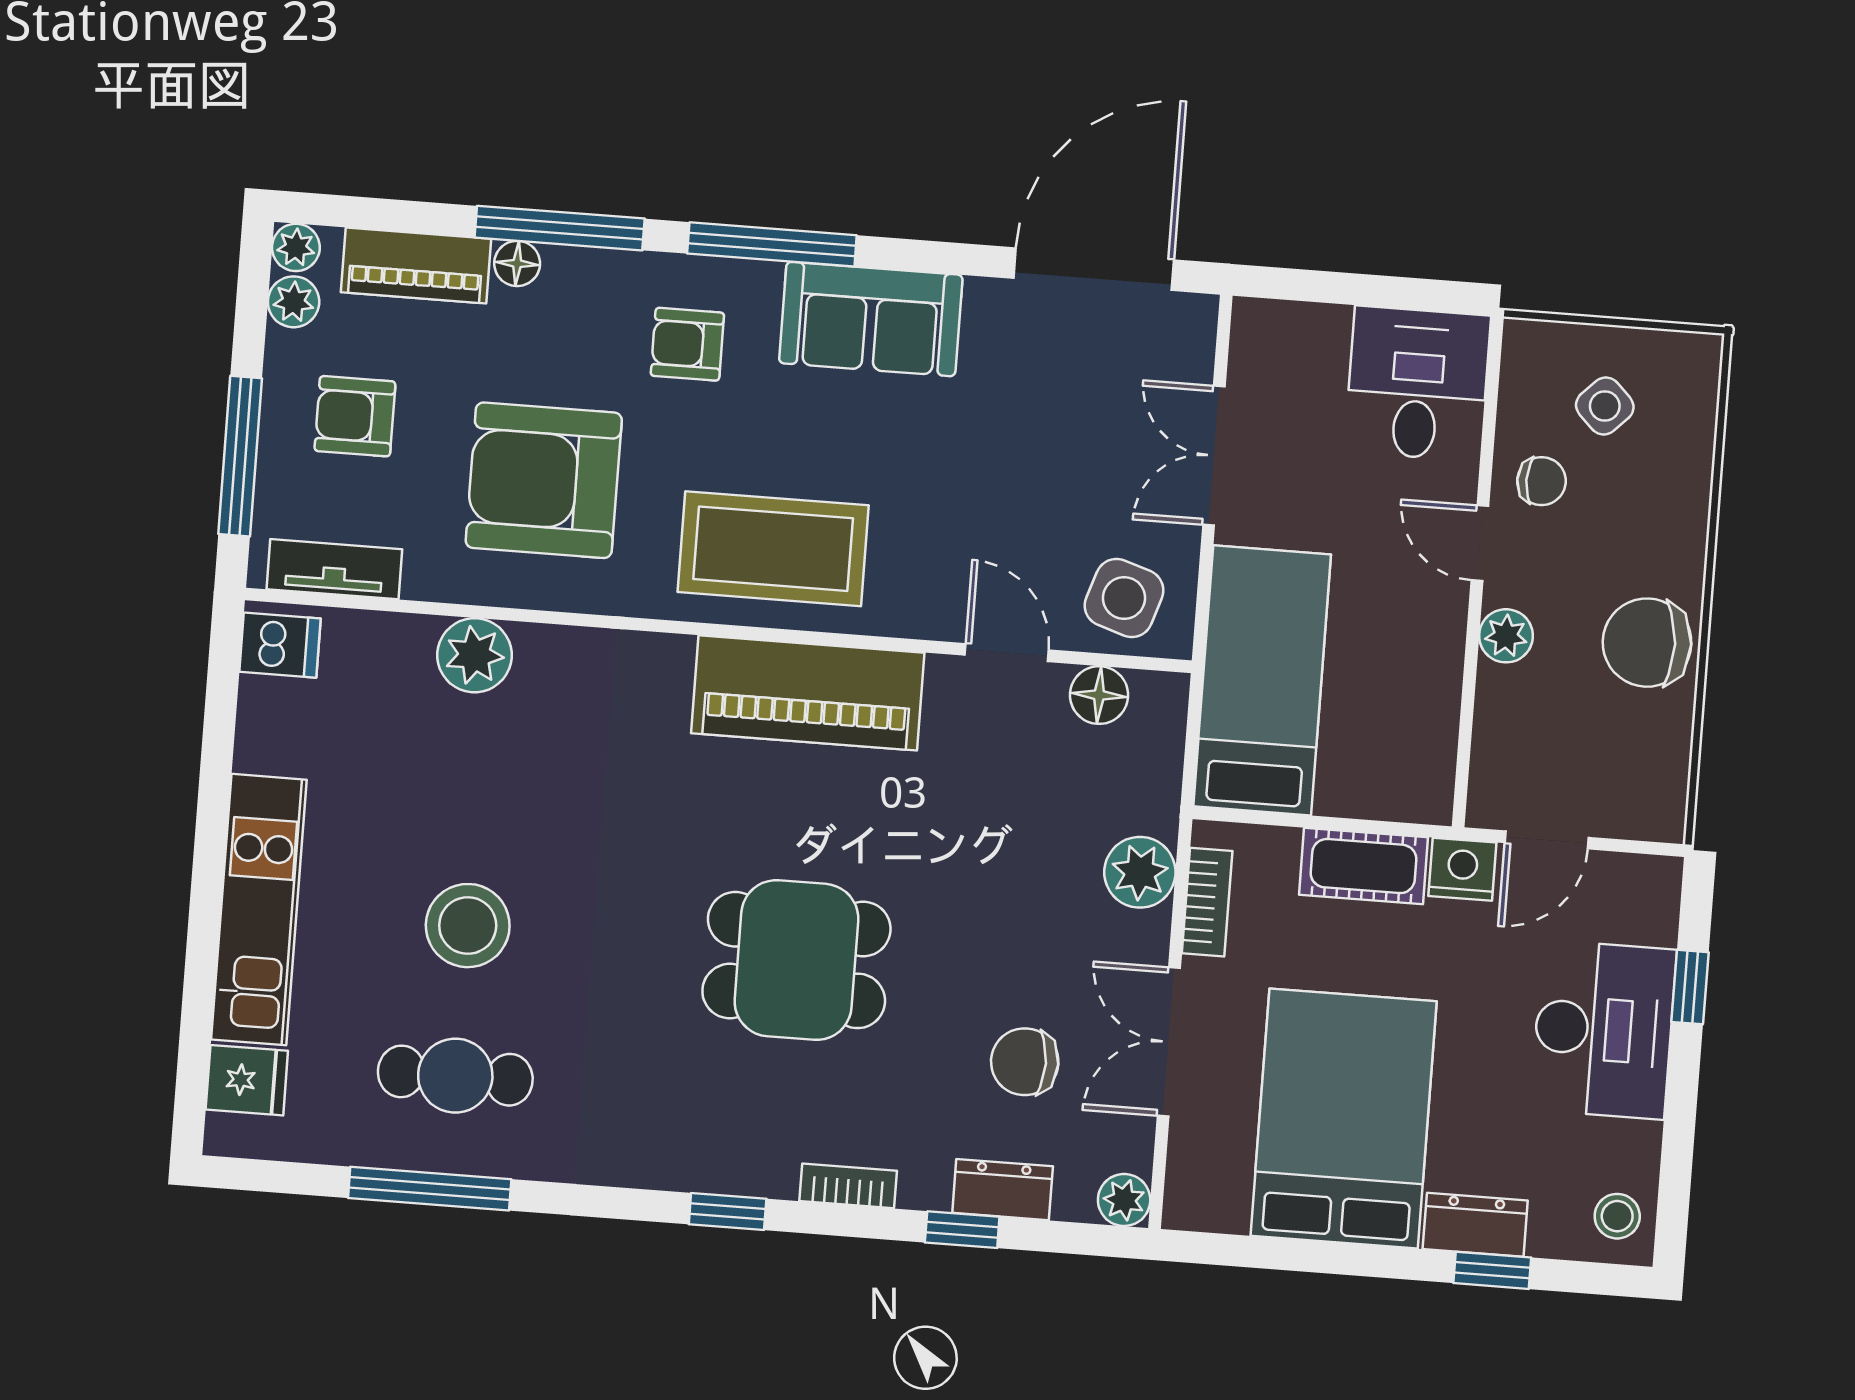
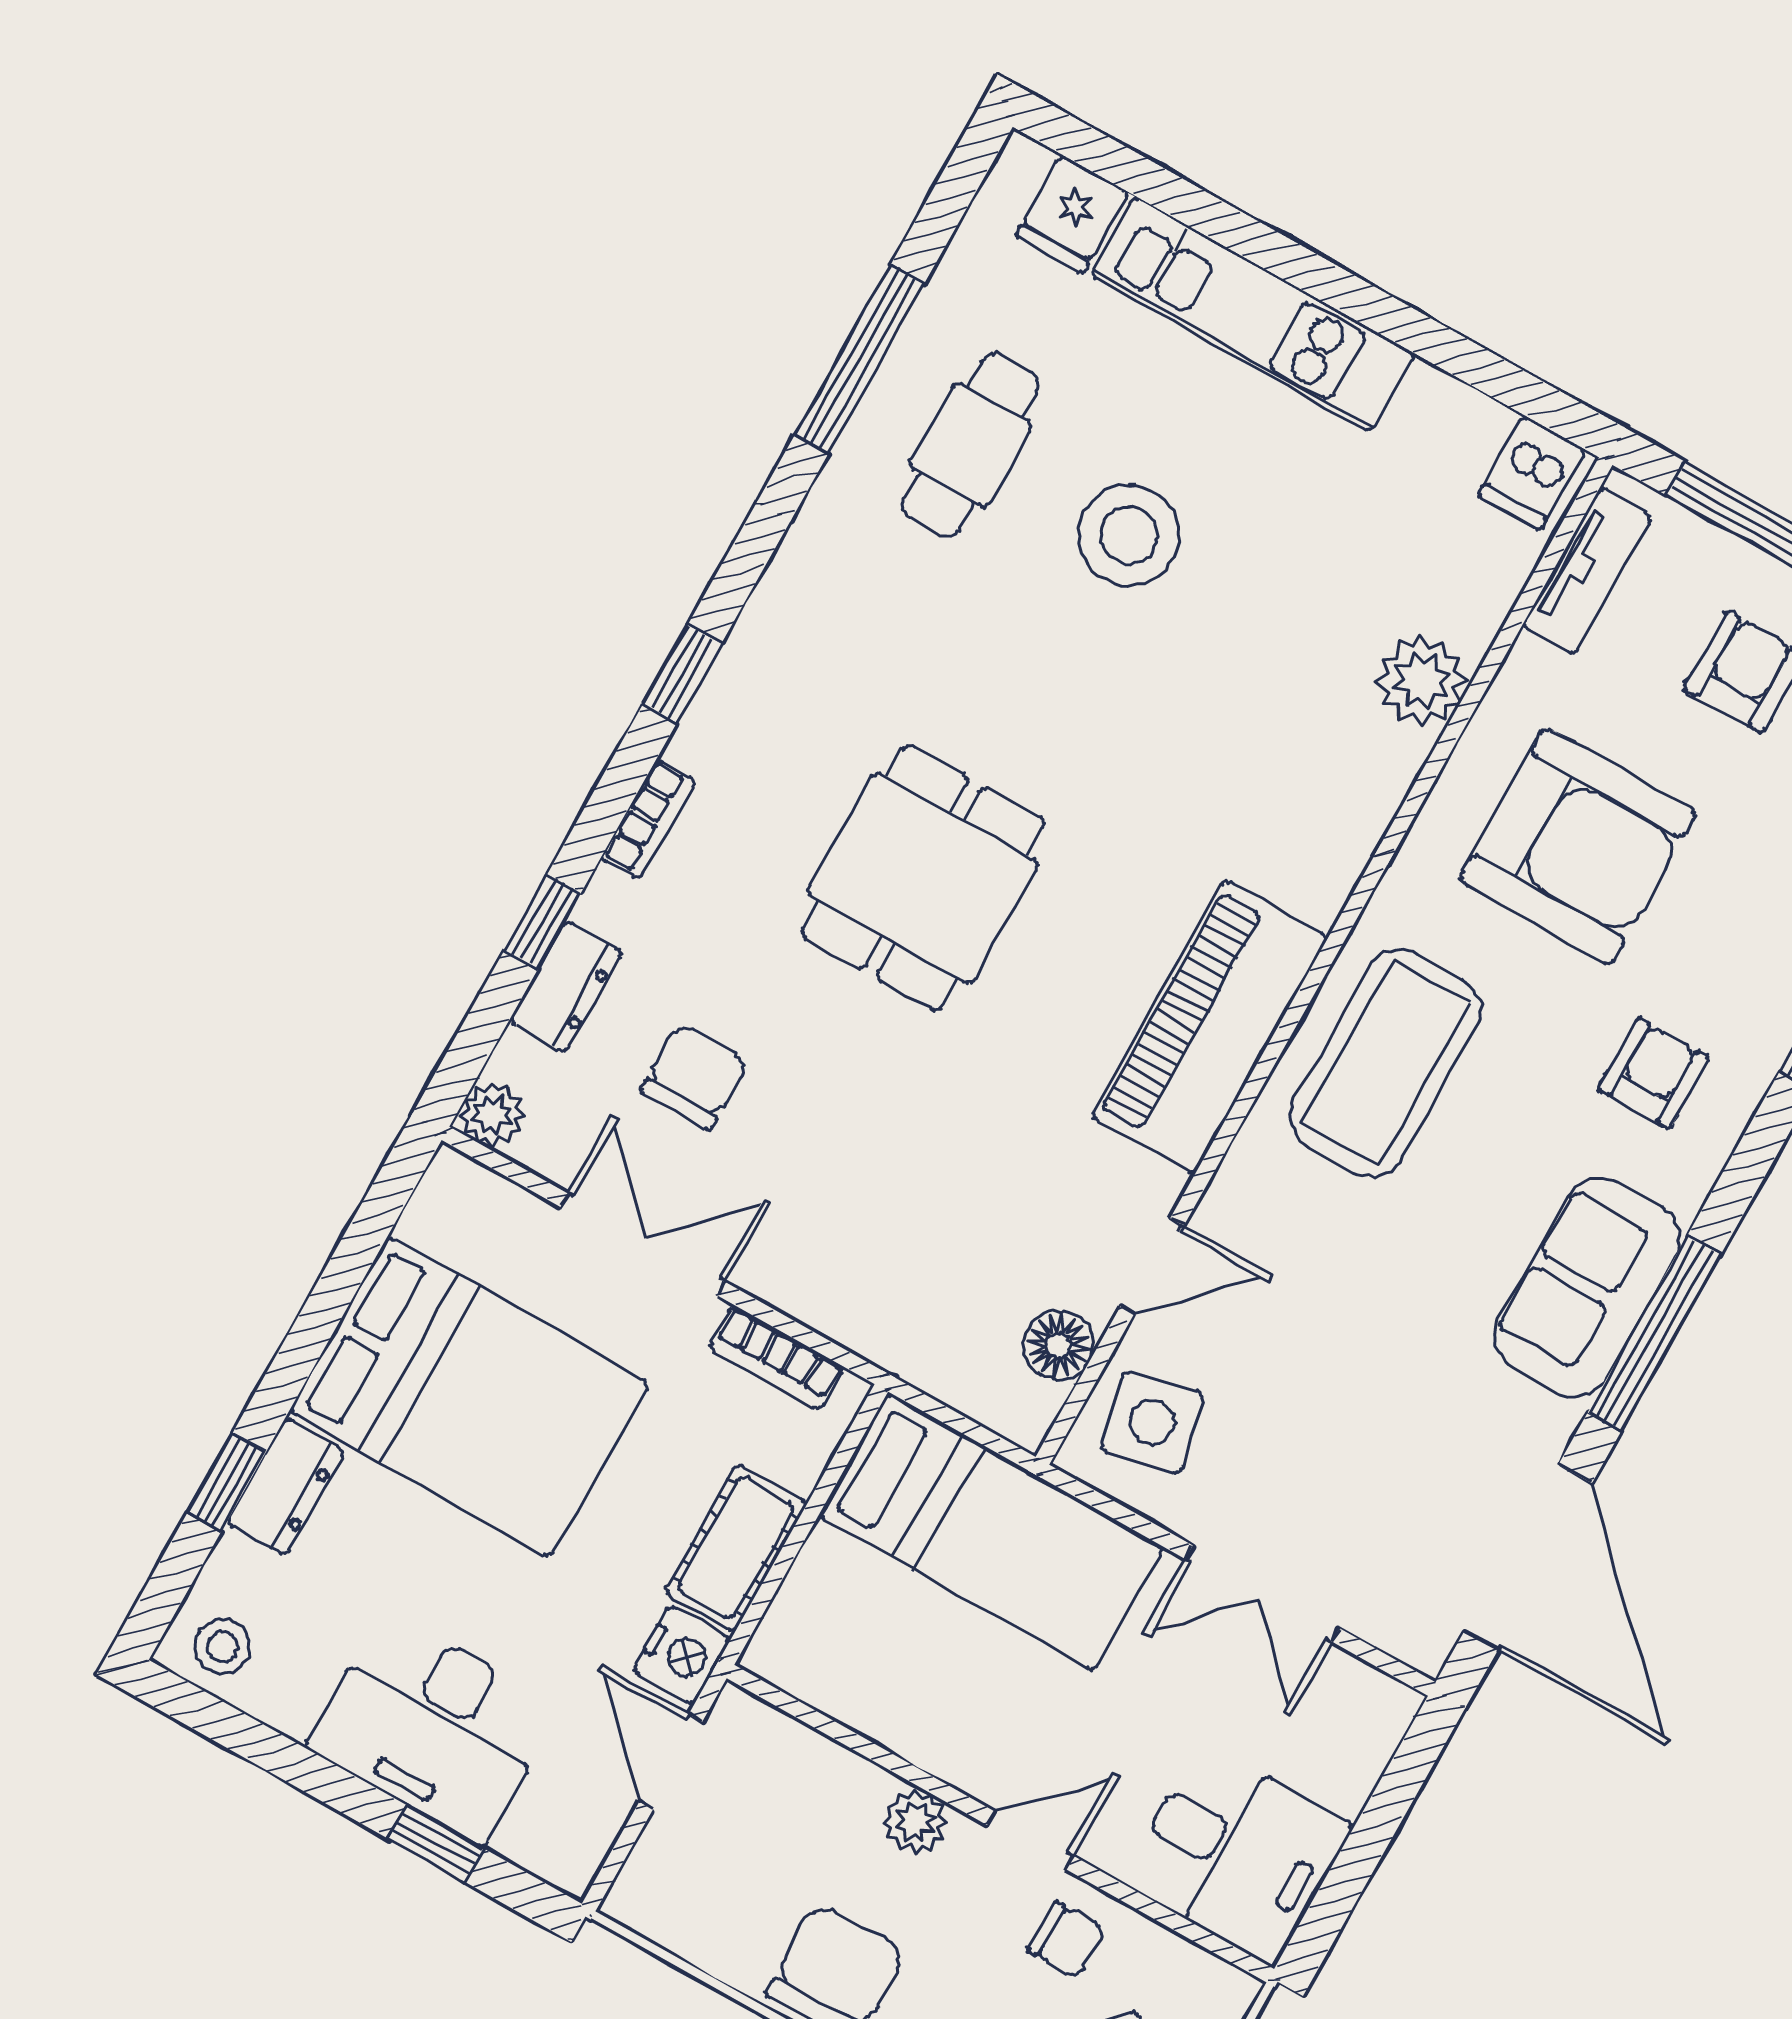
window: (772, 244) -> (1654, 1333), moved
double door: (1214, 456) -> (1262, 1594), swing flipped
armchair: (544, 480) -> (1578, 846), turned 90
chair: (1541, 481) -> (1067, 1940), turned -90
side table: (1124, 598) -> (1152, 1422), turned -31
plant: (1140, 872) -> (843, 1299), removed

